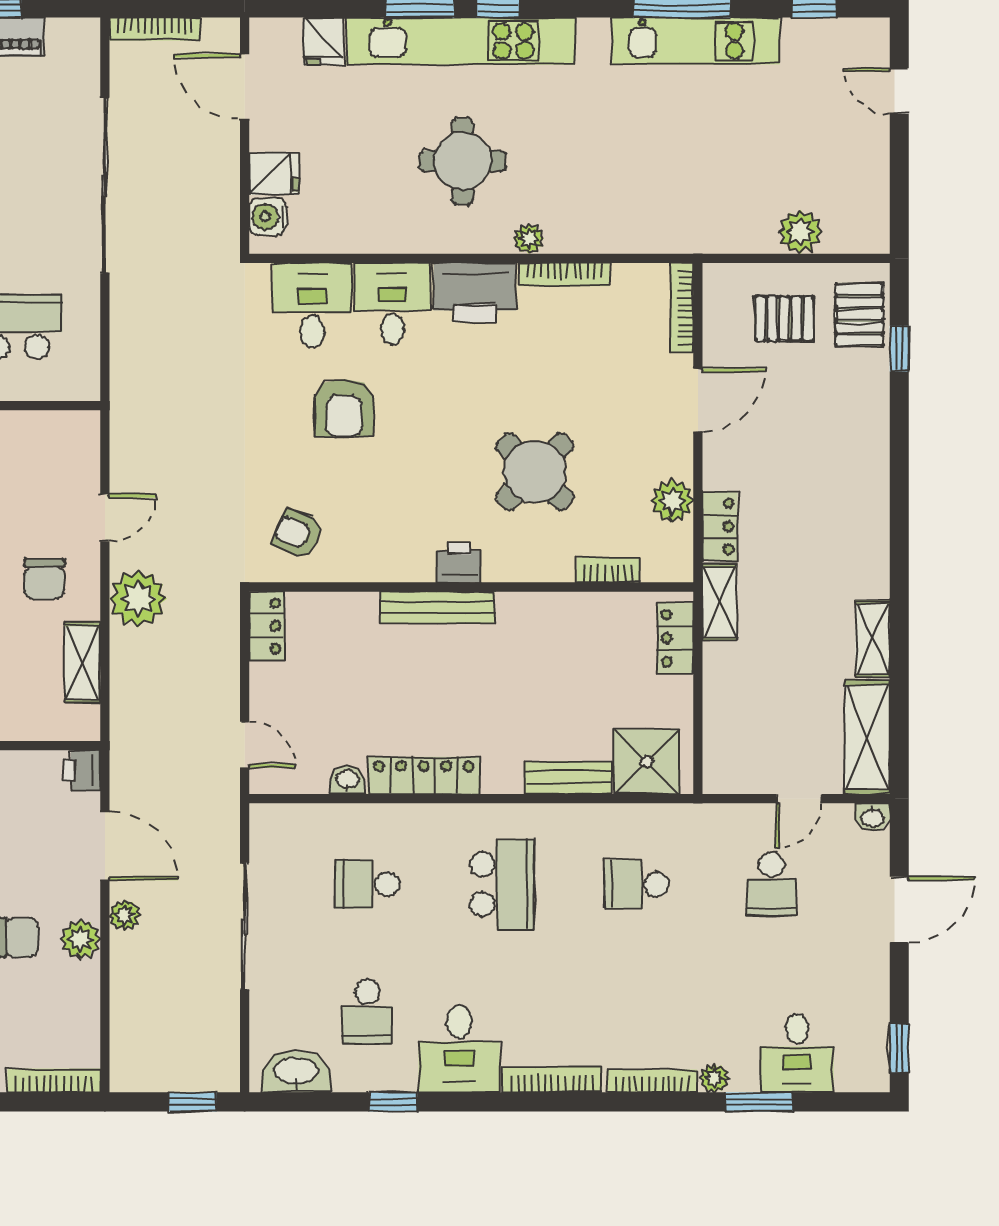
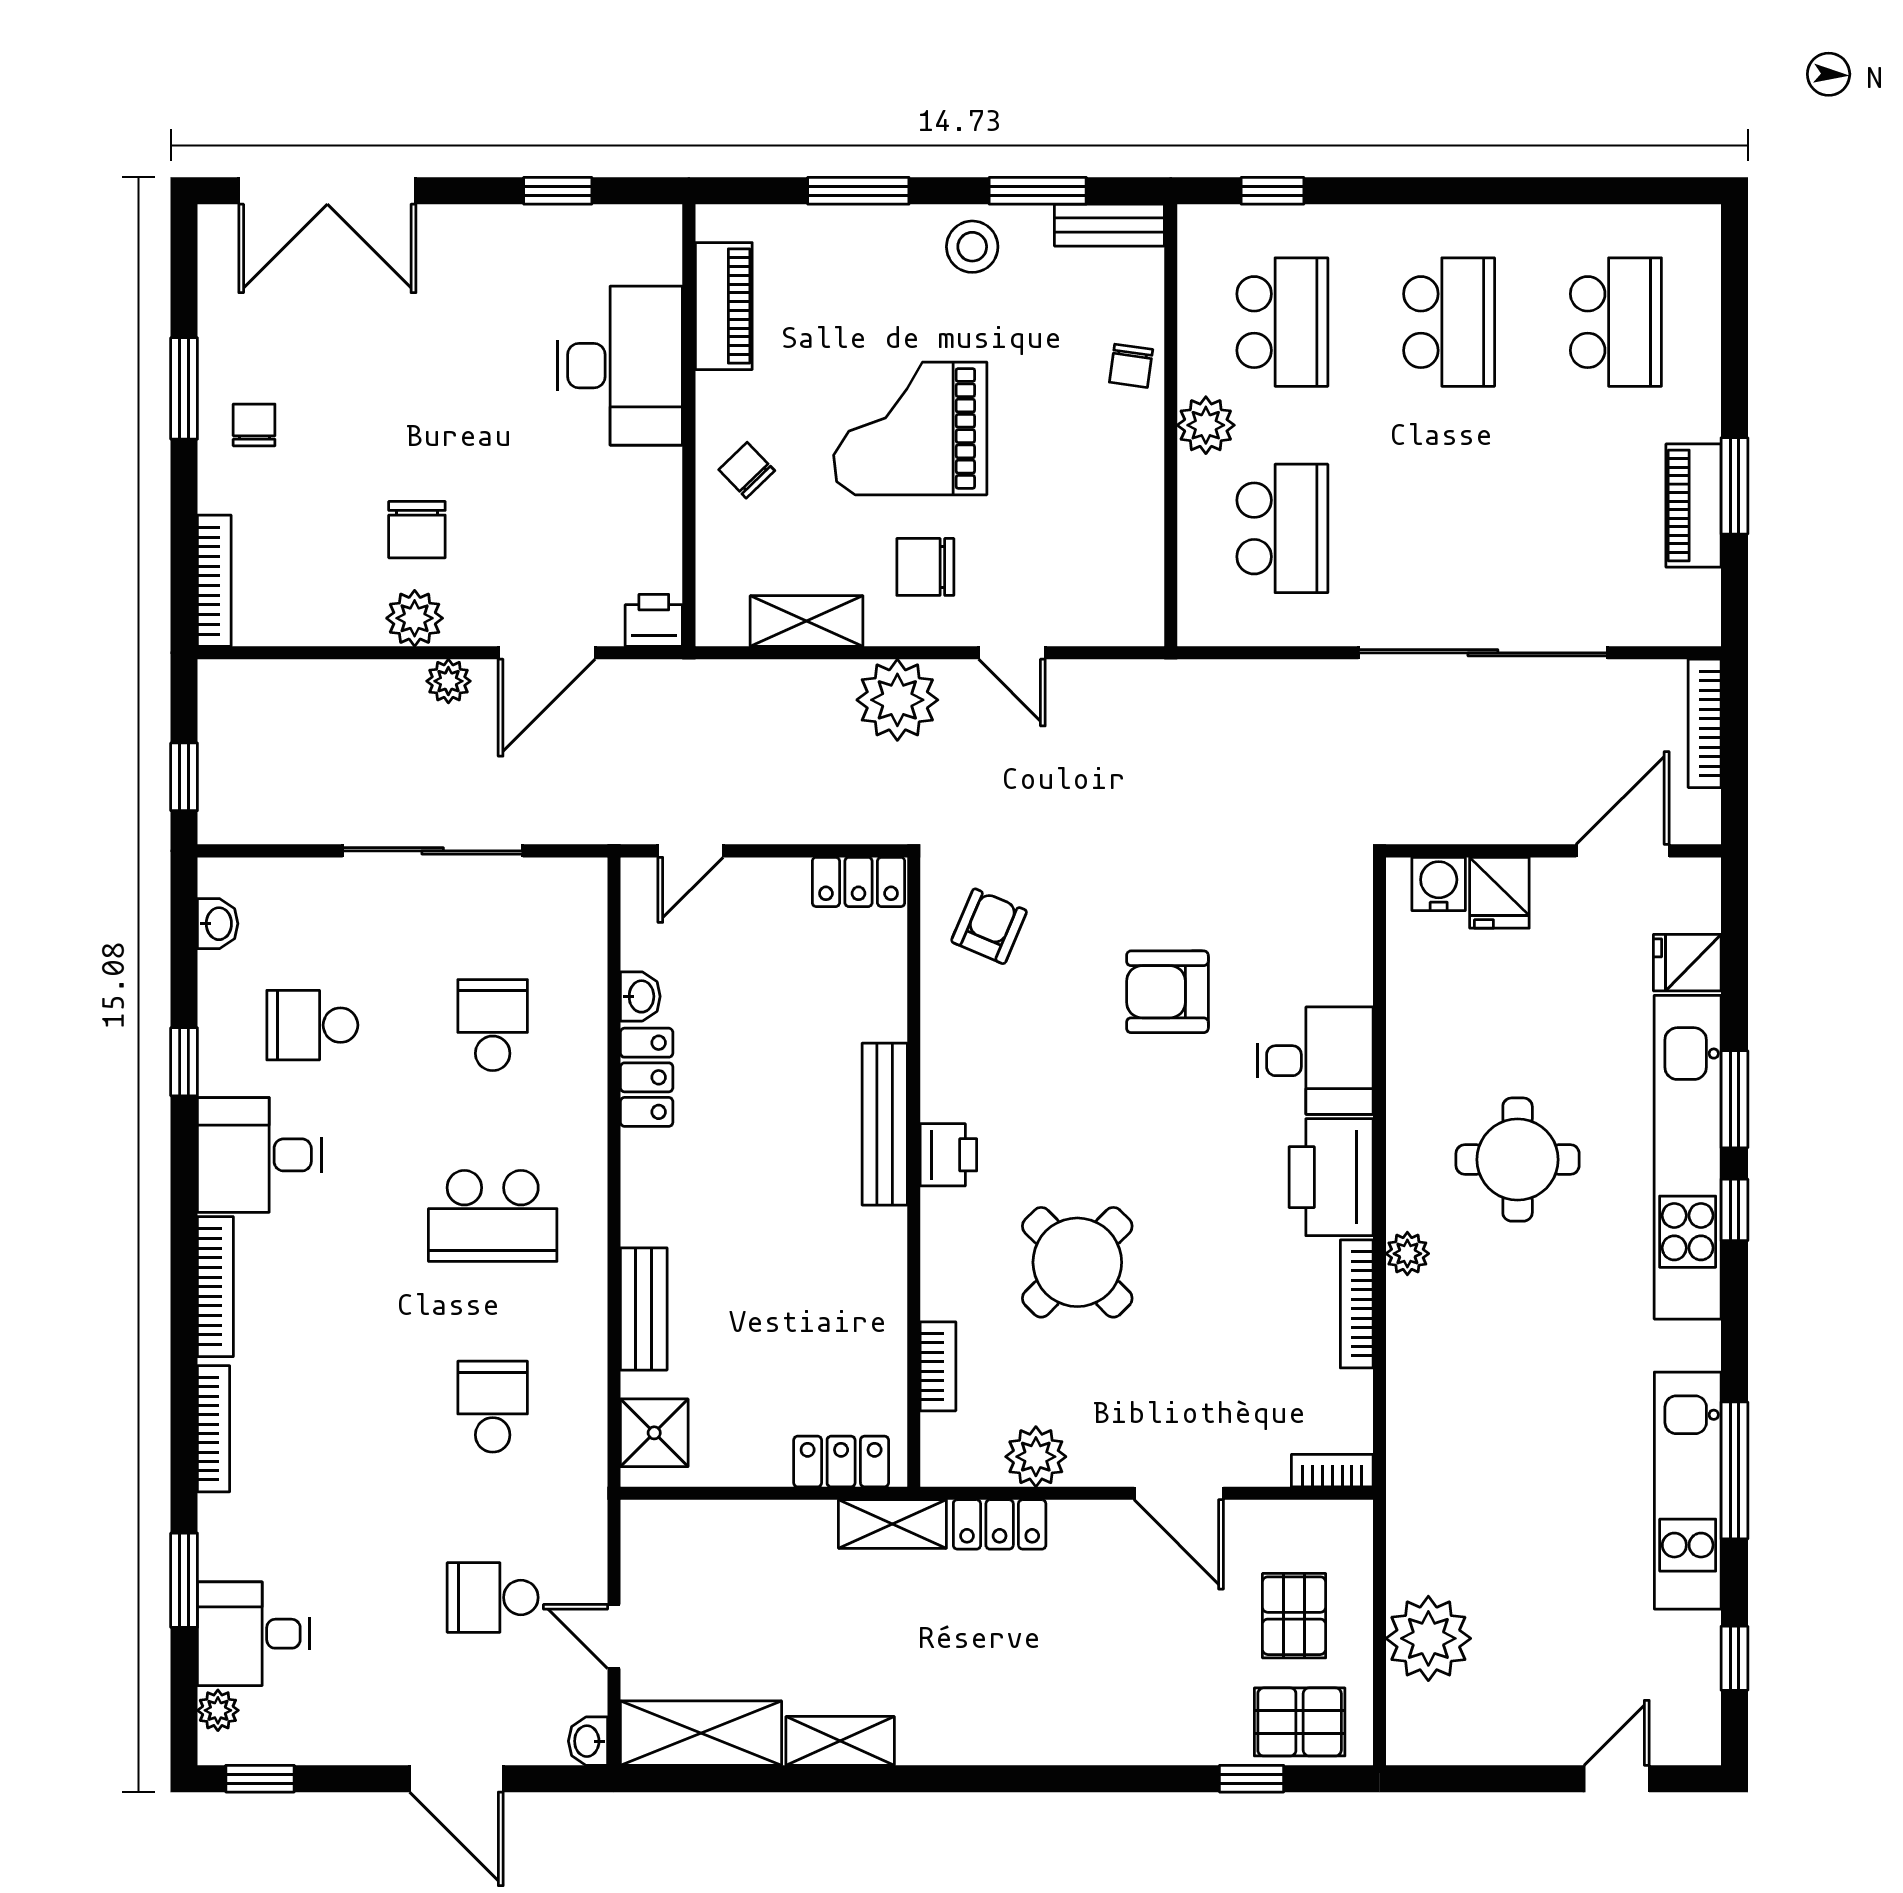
plant: (800, 232) -> (1428, 1638), width x1.36, depth x1.36
desk: (312, 305) -> (1313, 947), removed
bookcase: (682, 308) -> (1332, 1471), width x0.64
shower: (647, 761) -> (654, 1433), width x0.73, depth x0.73
locker: (424, 776) -> (647, 1077), width x0.66
washbasin: (296, 1072) -> (218, 924), width x0.52, depth x0.69
plant: (714, 1078) -> (218, 1710), moved

